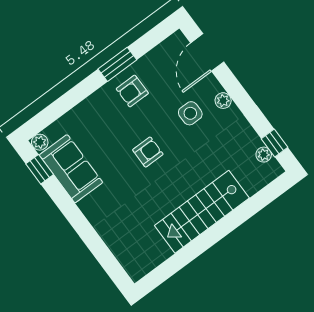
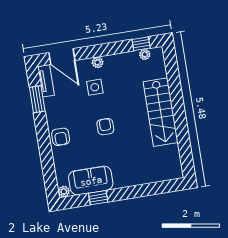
tv unit: (167, 48) -> (46, 81), added
window: (117, 64) -> (37, 99), moved
armchair: (132, 91) -> (61, 137), moved
window: (40, 169) -> (98, 198), moved

